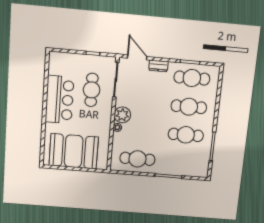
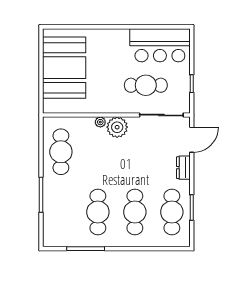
bar counter: (59, 100) -> (160, 45), moved

